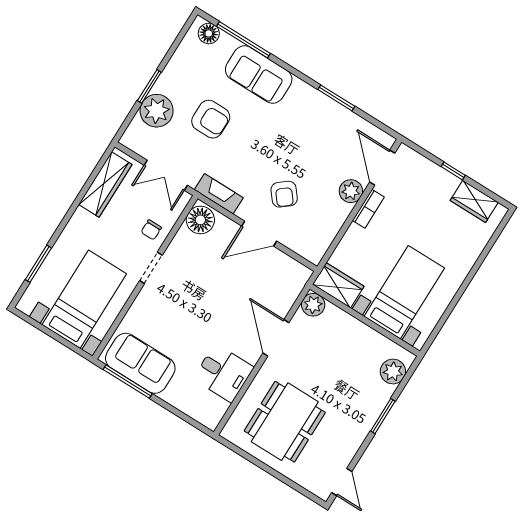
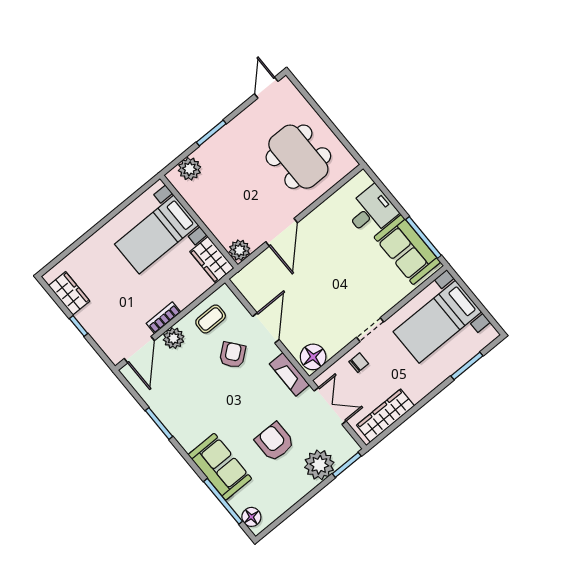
window: (149, 86) -> (347, 465), moved
coffee table: (319, 224) -> (211, 319), added
door: (259, 234) -> (266, 328), hinge flipped
desk: (223, 373) -> (371, 211), moved, turned 90
dining table: (285, 422) -> (298, 157), turned 90

